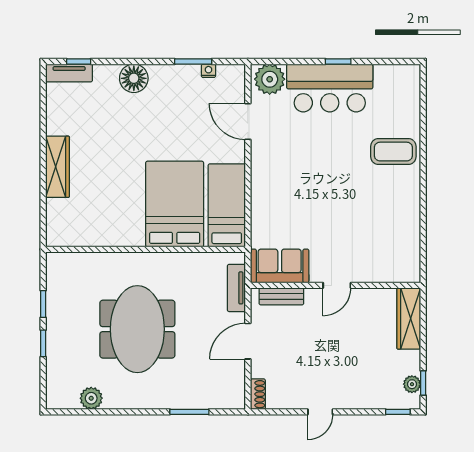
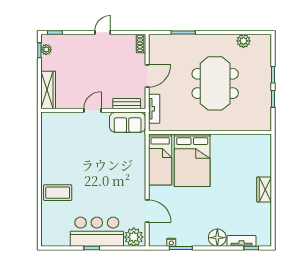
tv unit: (69, 73) -> (241, 241), moved
wardrobe: (58, 167) -> (264, 190), width x0.67

